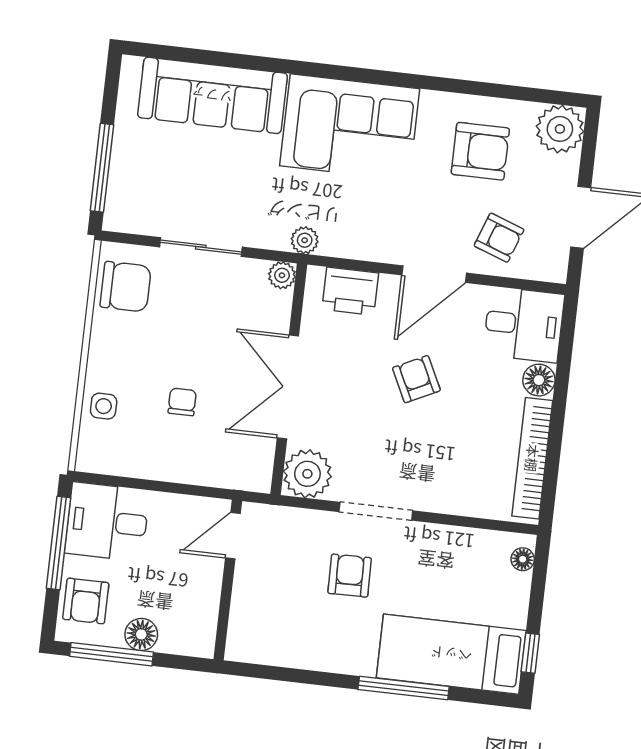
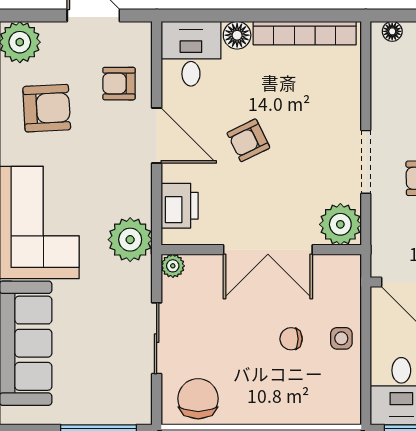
armchair: (480, 151) -> (47, 108), turned 87
armchair: (499, 238) -> (119, 84), turned -110
plant: (305, 240) -> (130, 240), width x1.88, depth x1.88
side table: (104, 406) -> (341, 338), moved

